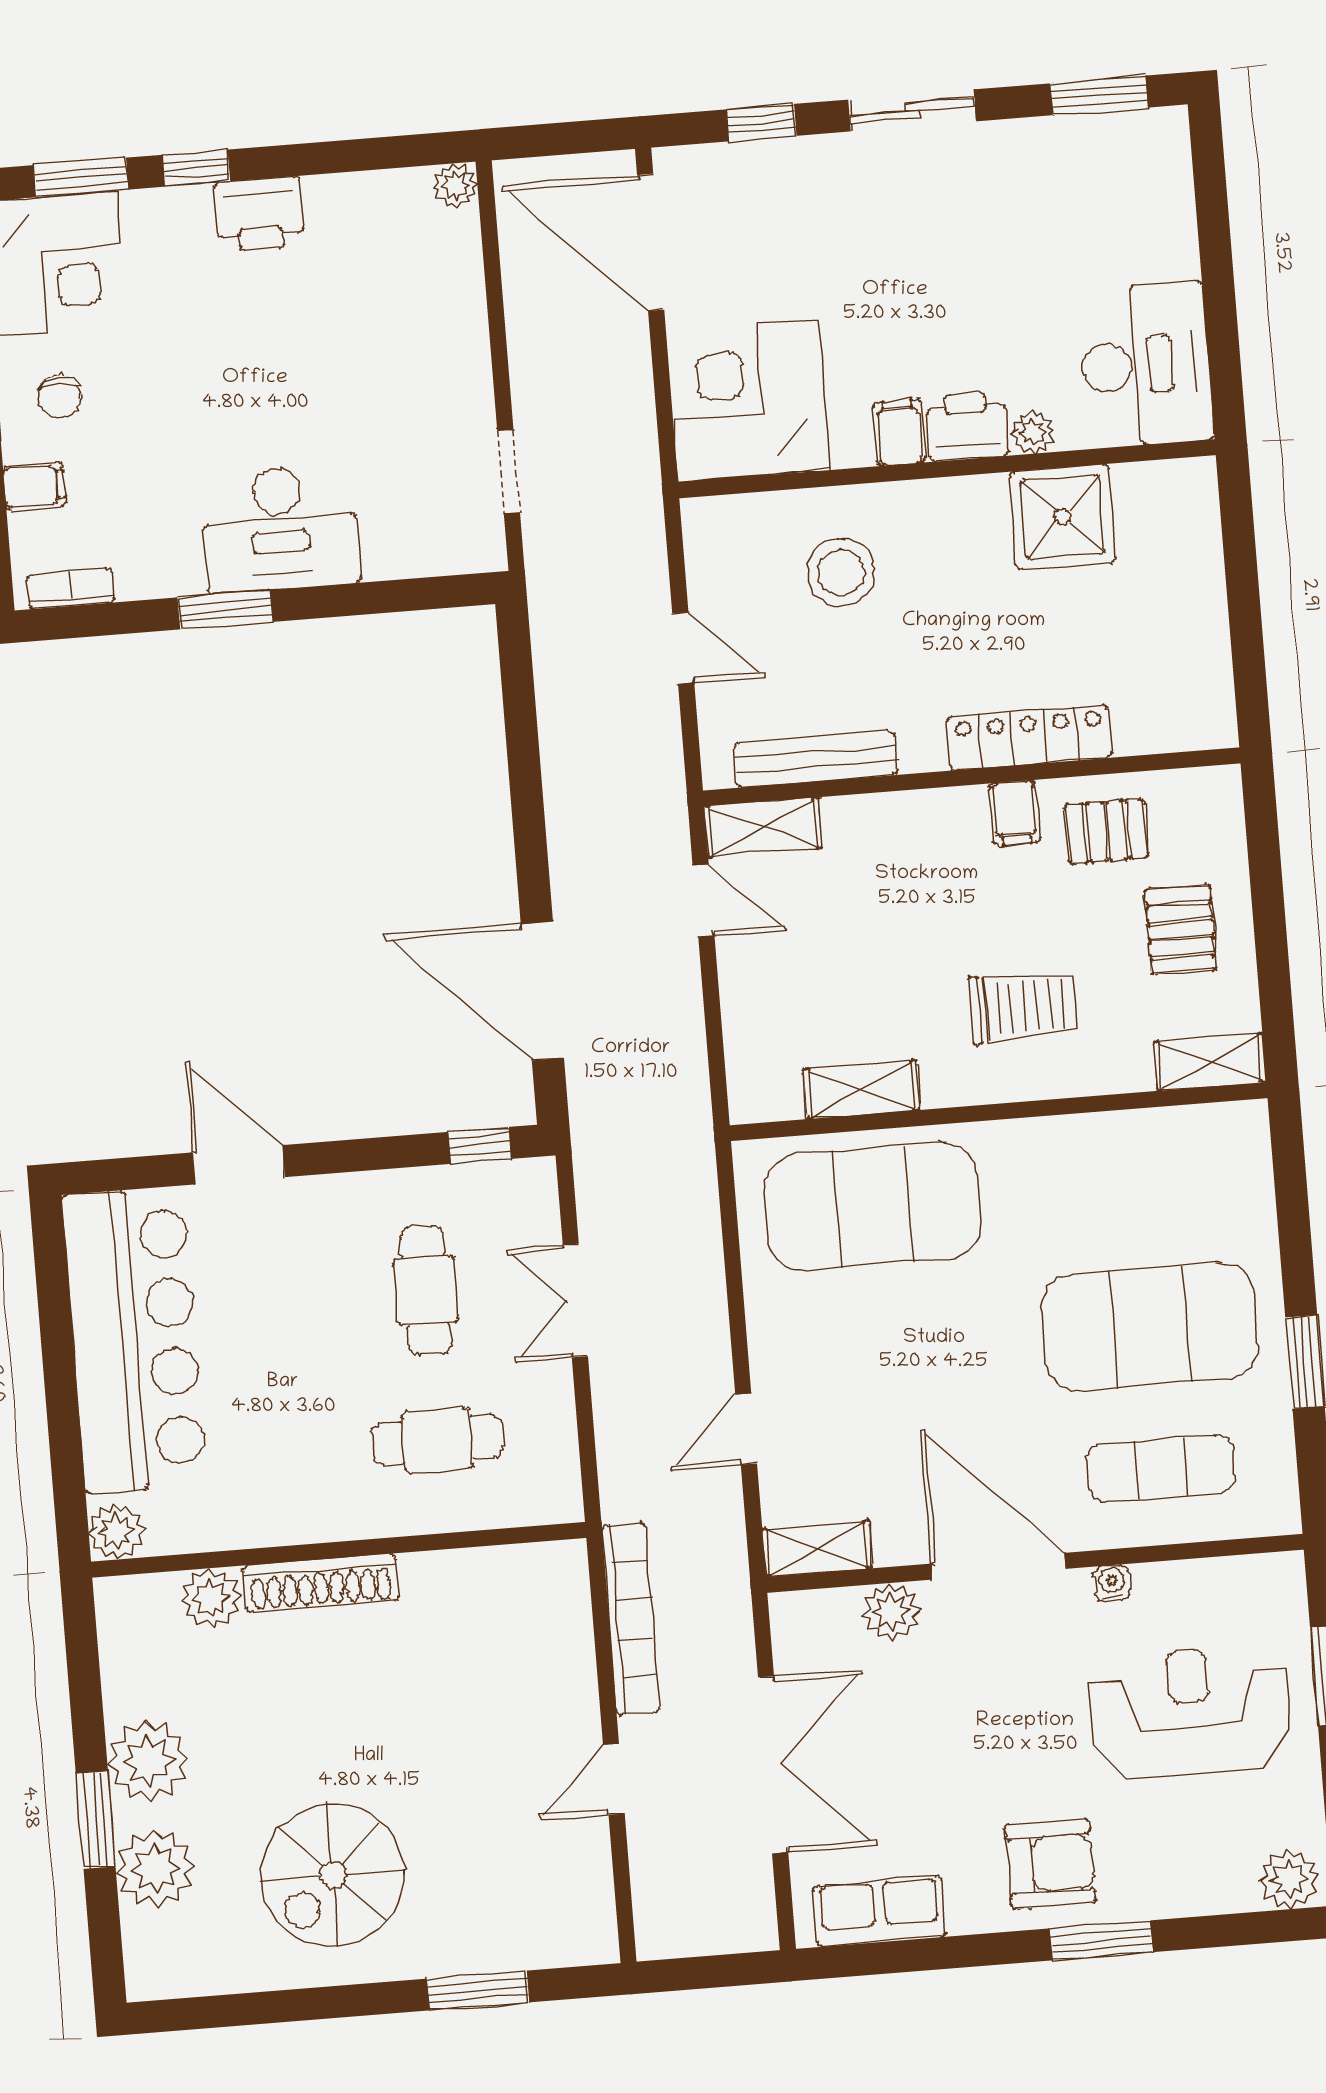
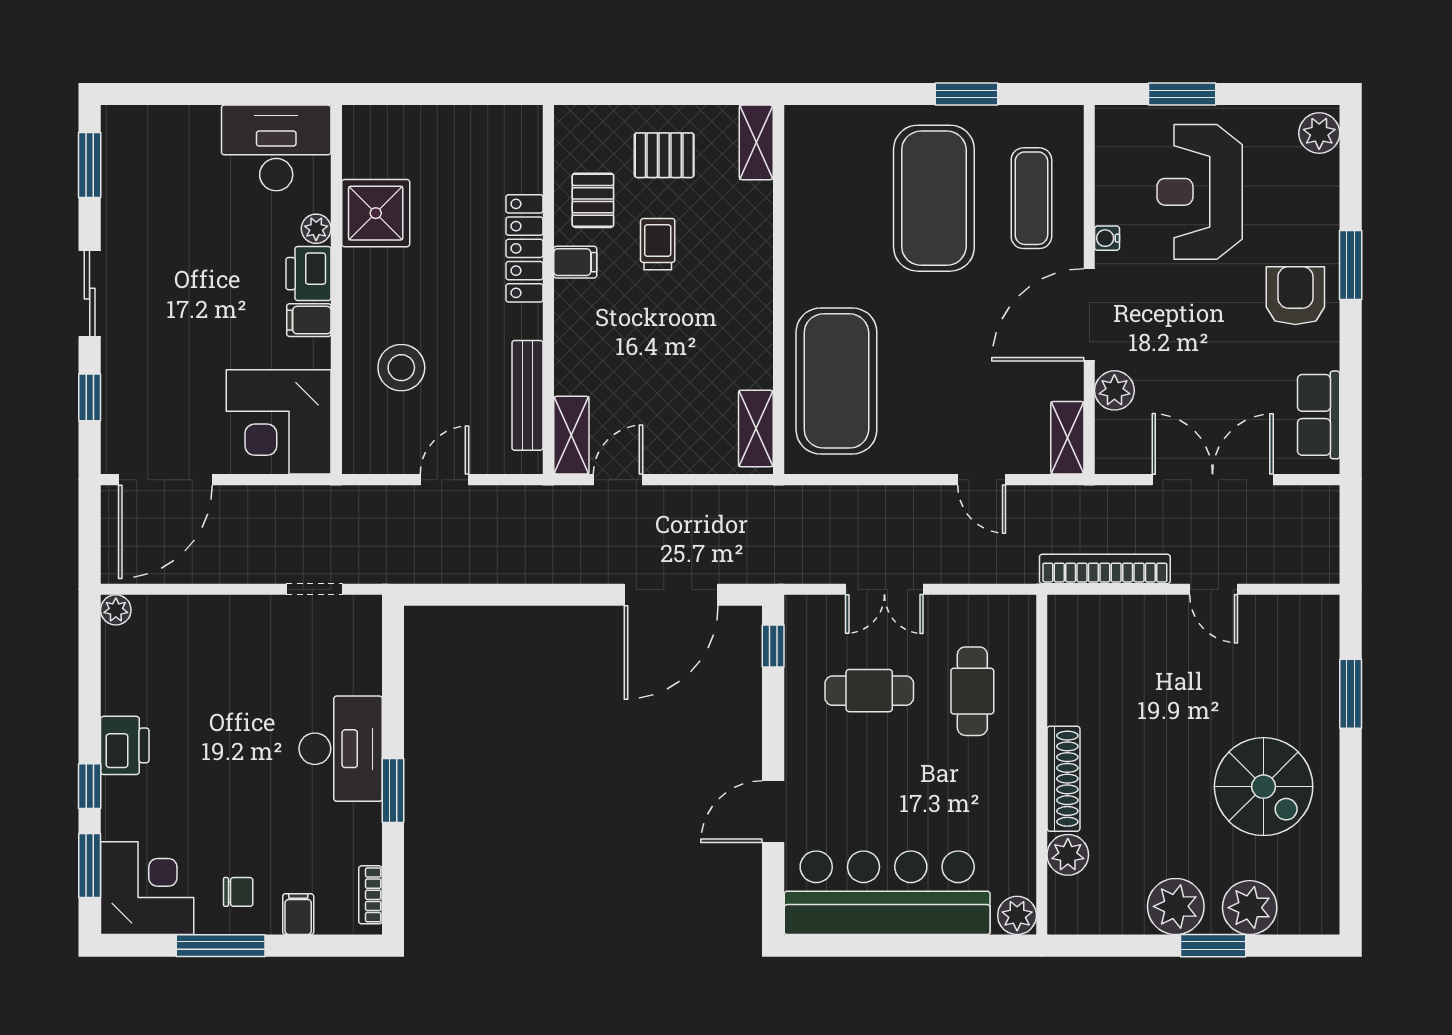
trolley: (1023, 1007) -> (658, 244), moved, width x0.73, depth x0.72
shelving: (862, 1089) -> (756, 429), moved

